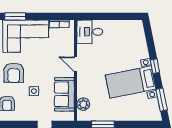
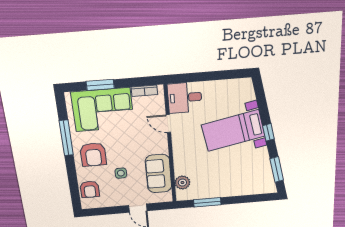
window: (15, 16) -> (100, 85), moved
door: (76, 64) -> (168, 124), moved
bed with nightstands: (131, 82) -> (233, 131), moved

